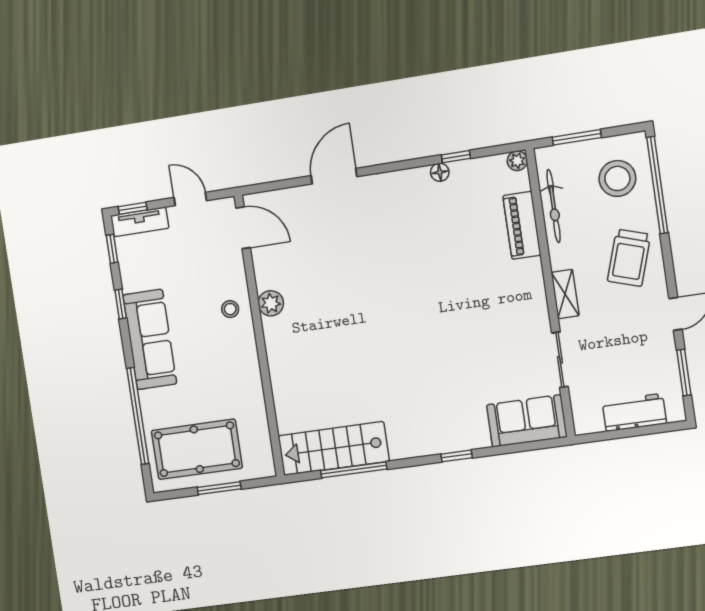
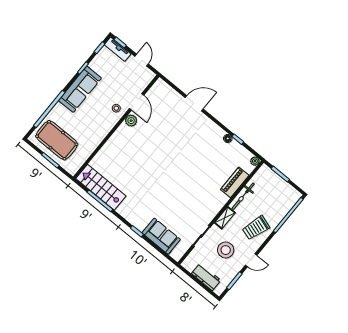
stool: (617, 178) -> (226, 250), moved
bicycle: (554, 206) -> (243, 196), moved
door: (243, 228) -> (137, 102), moved
sofa: (527, 421) -> (161, 236), moved

